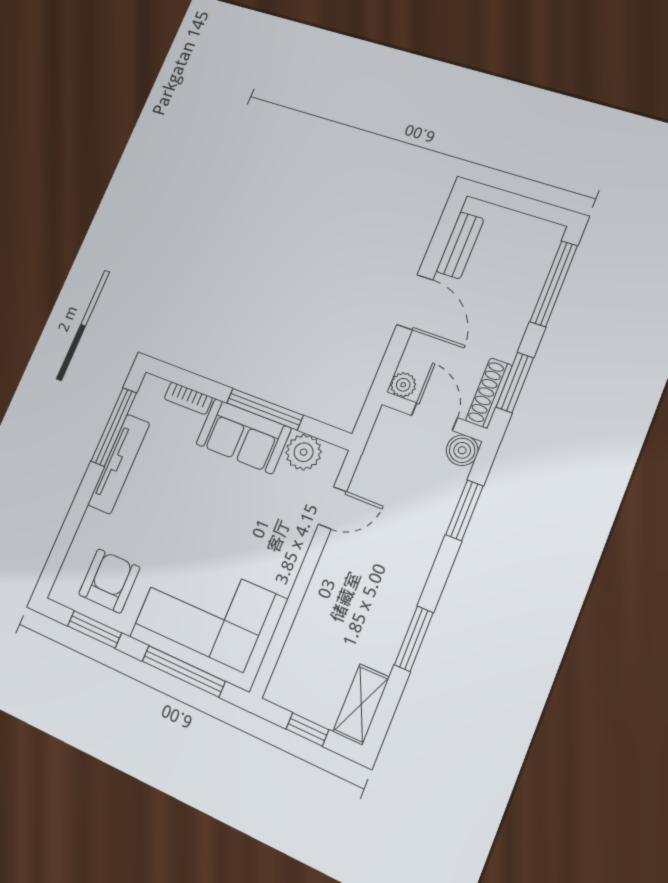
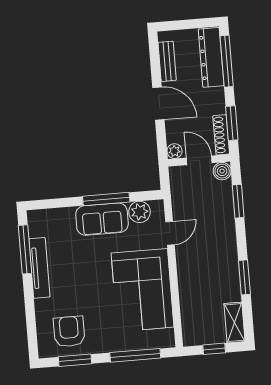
dresser: (532, 268) -> (211, 57), added
bookcase: (188, 398) -> (60, 213), removed
corner sofa: (208, 618) -> (143, 290), moved, turned -90

